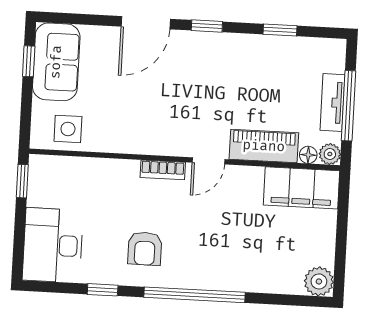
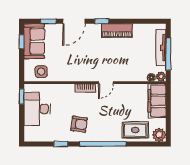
window: (280, 30) -> (48, 21), moved
tv unit: (332, 102) -> (161, 48), width x1.41
piano: (264, 146) -> (117, 31), moved, turned 180
filing cabinet: (301, 188) -> (157, 101), moved, turned 90
desk: (53, 245) -> (37, 109), moved
armchair: (145, 249) -> (79, 124), turned -82
rug: (267, 268) -> (135, 130), added

